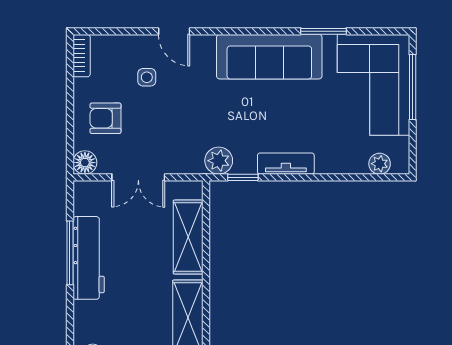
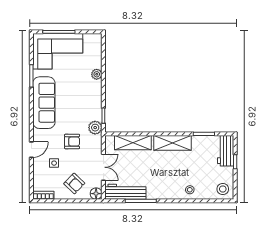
armchair: (191, 114) -> (72, 141), added
armchair: (105, 118) -> (74, 183), turned -46
tv unit: (286, 164) -> (97, 94), removed
plant: (380, 164) -> (97, 74), moved
workbench: (89, 258) -> (125, 192), moved

